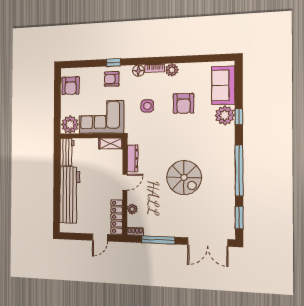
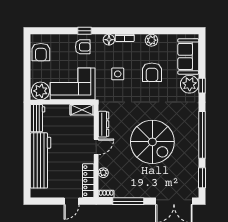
plant: (172, 70) -> (151, 40), moved
armchair: (112, 79) -> (83, 47), turned 180
spiral stairs: (184, 177) -> (152, 142), width x1.37, depth x1.37

